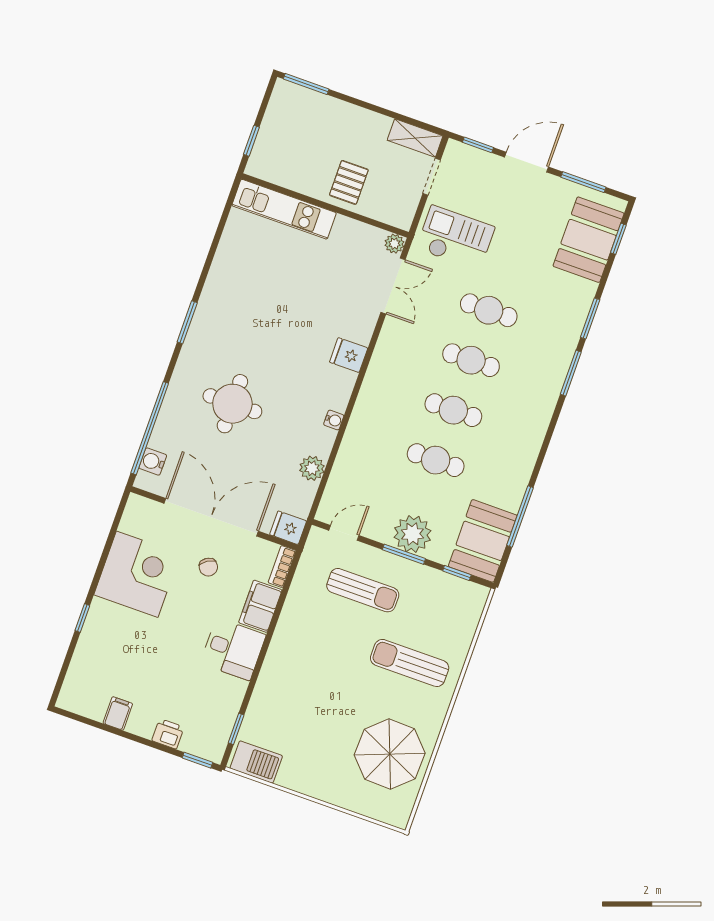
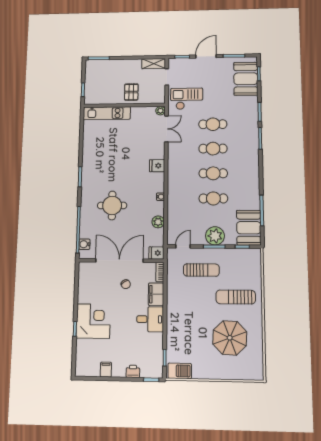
corner desk: (137, 574) -> (93, 321), moved
parasol: (390, 754) -> (230, 338), moved

